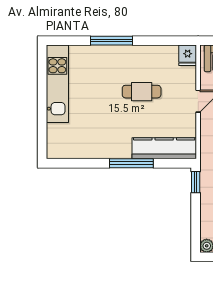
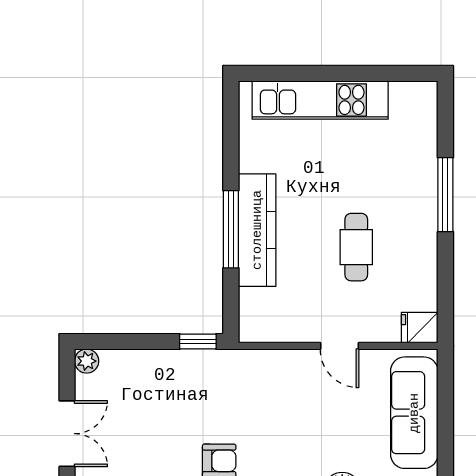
kitchen unit: (57, 84) -> (320, 100), moved
kitchen counter: (164, 148) -> (257, 230), moved

